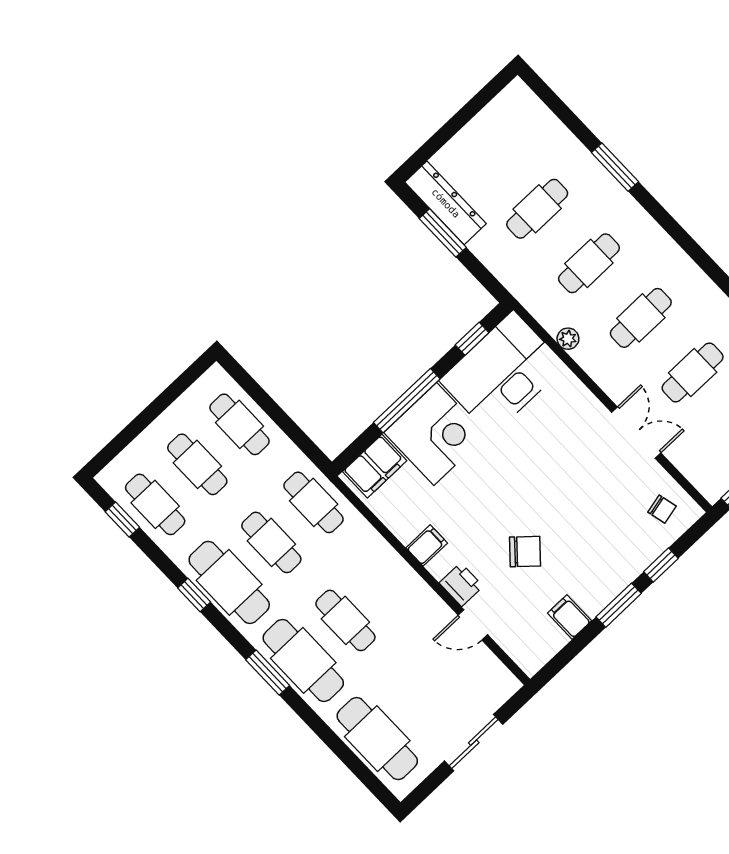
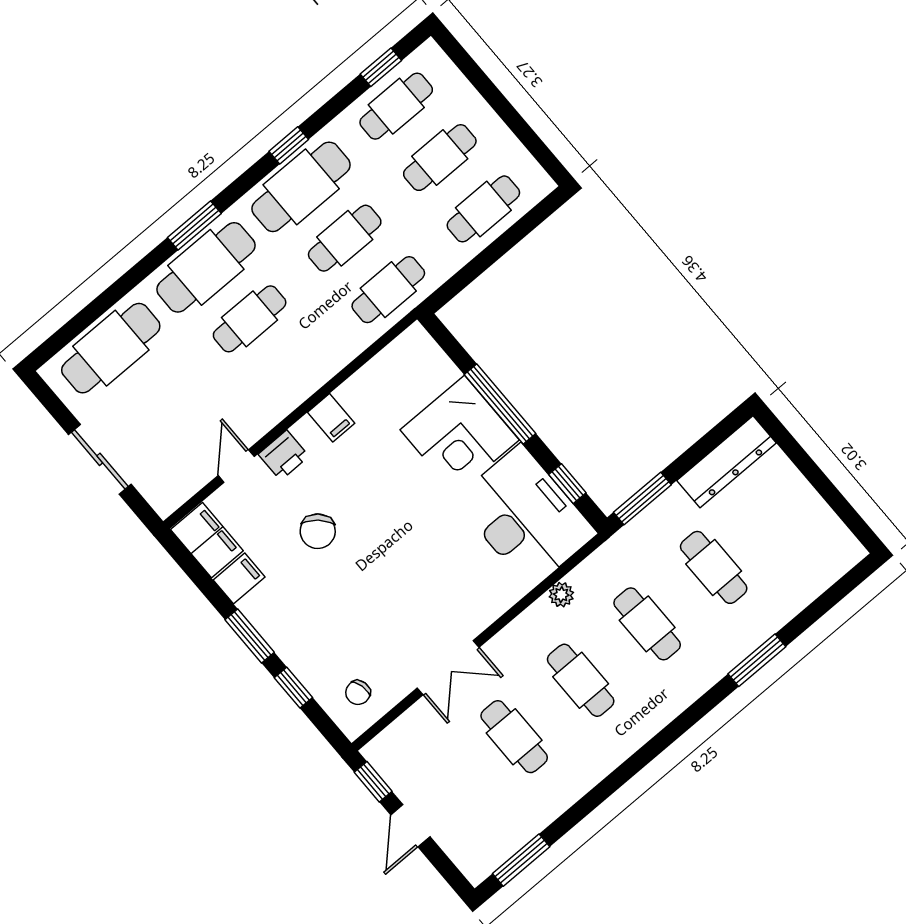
window: (443, 233) -> (642, 499), moved
filing cabinet: (375, 466) -> (207, 540), moved, turned 180

